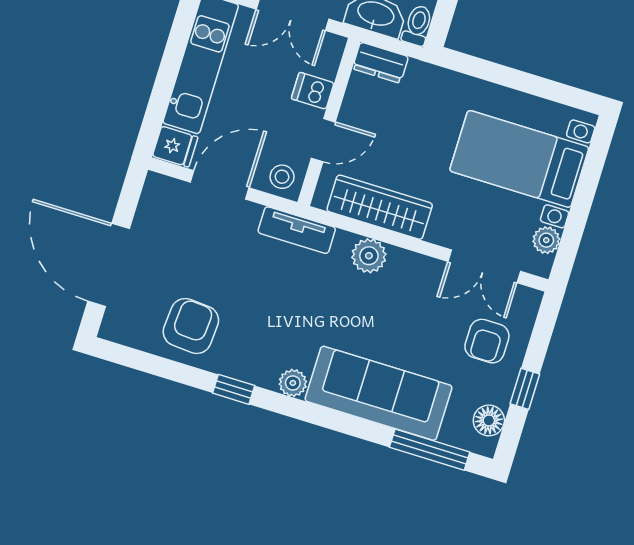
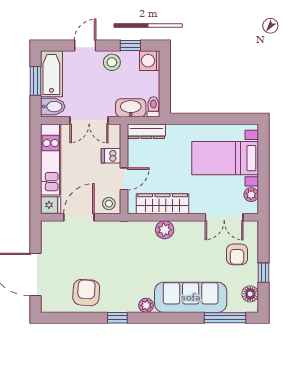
dresser: (380, 63) -> (146, 131), width x1.44
tv unit: (297, 230) -> (124, 228), removed

